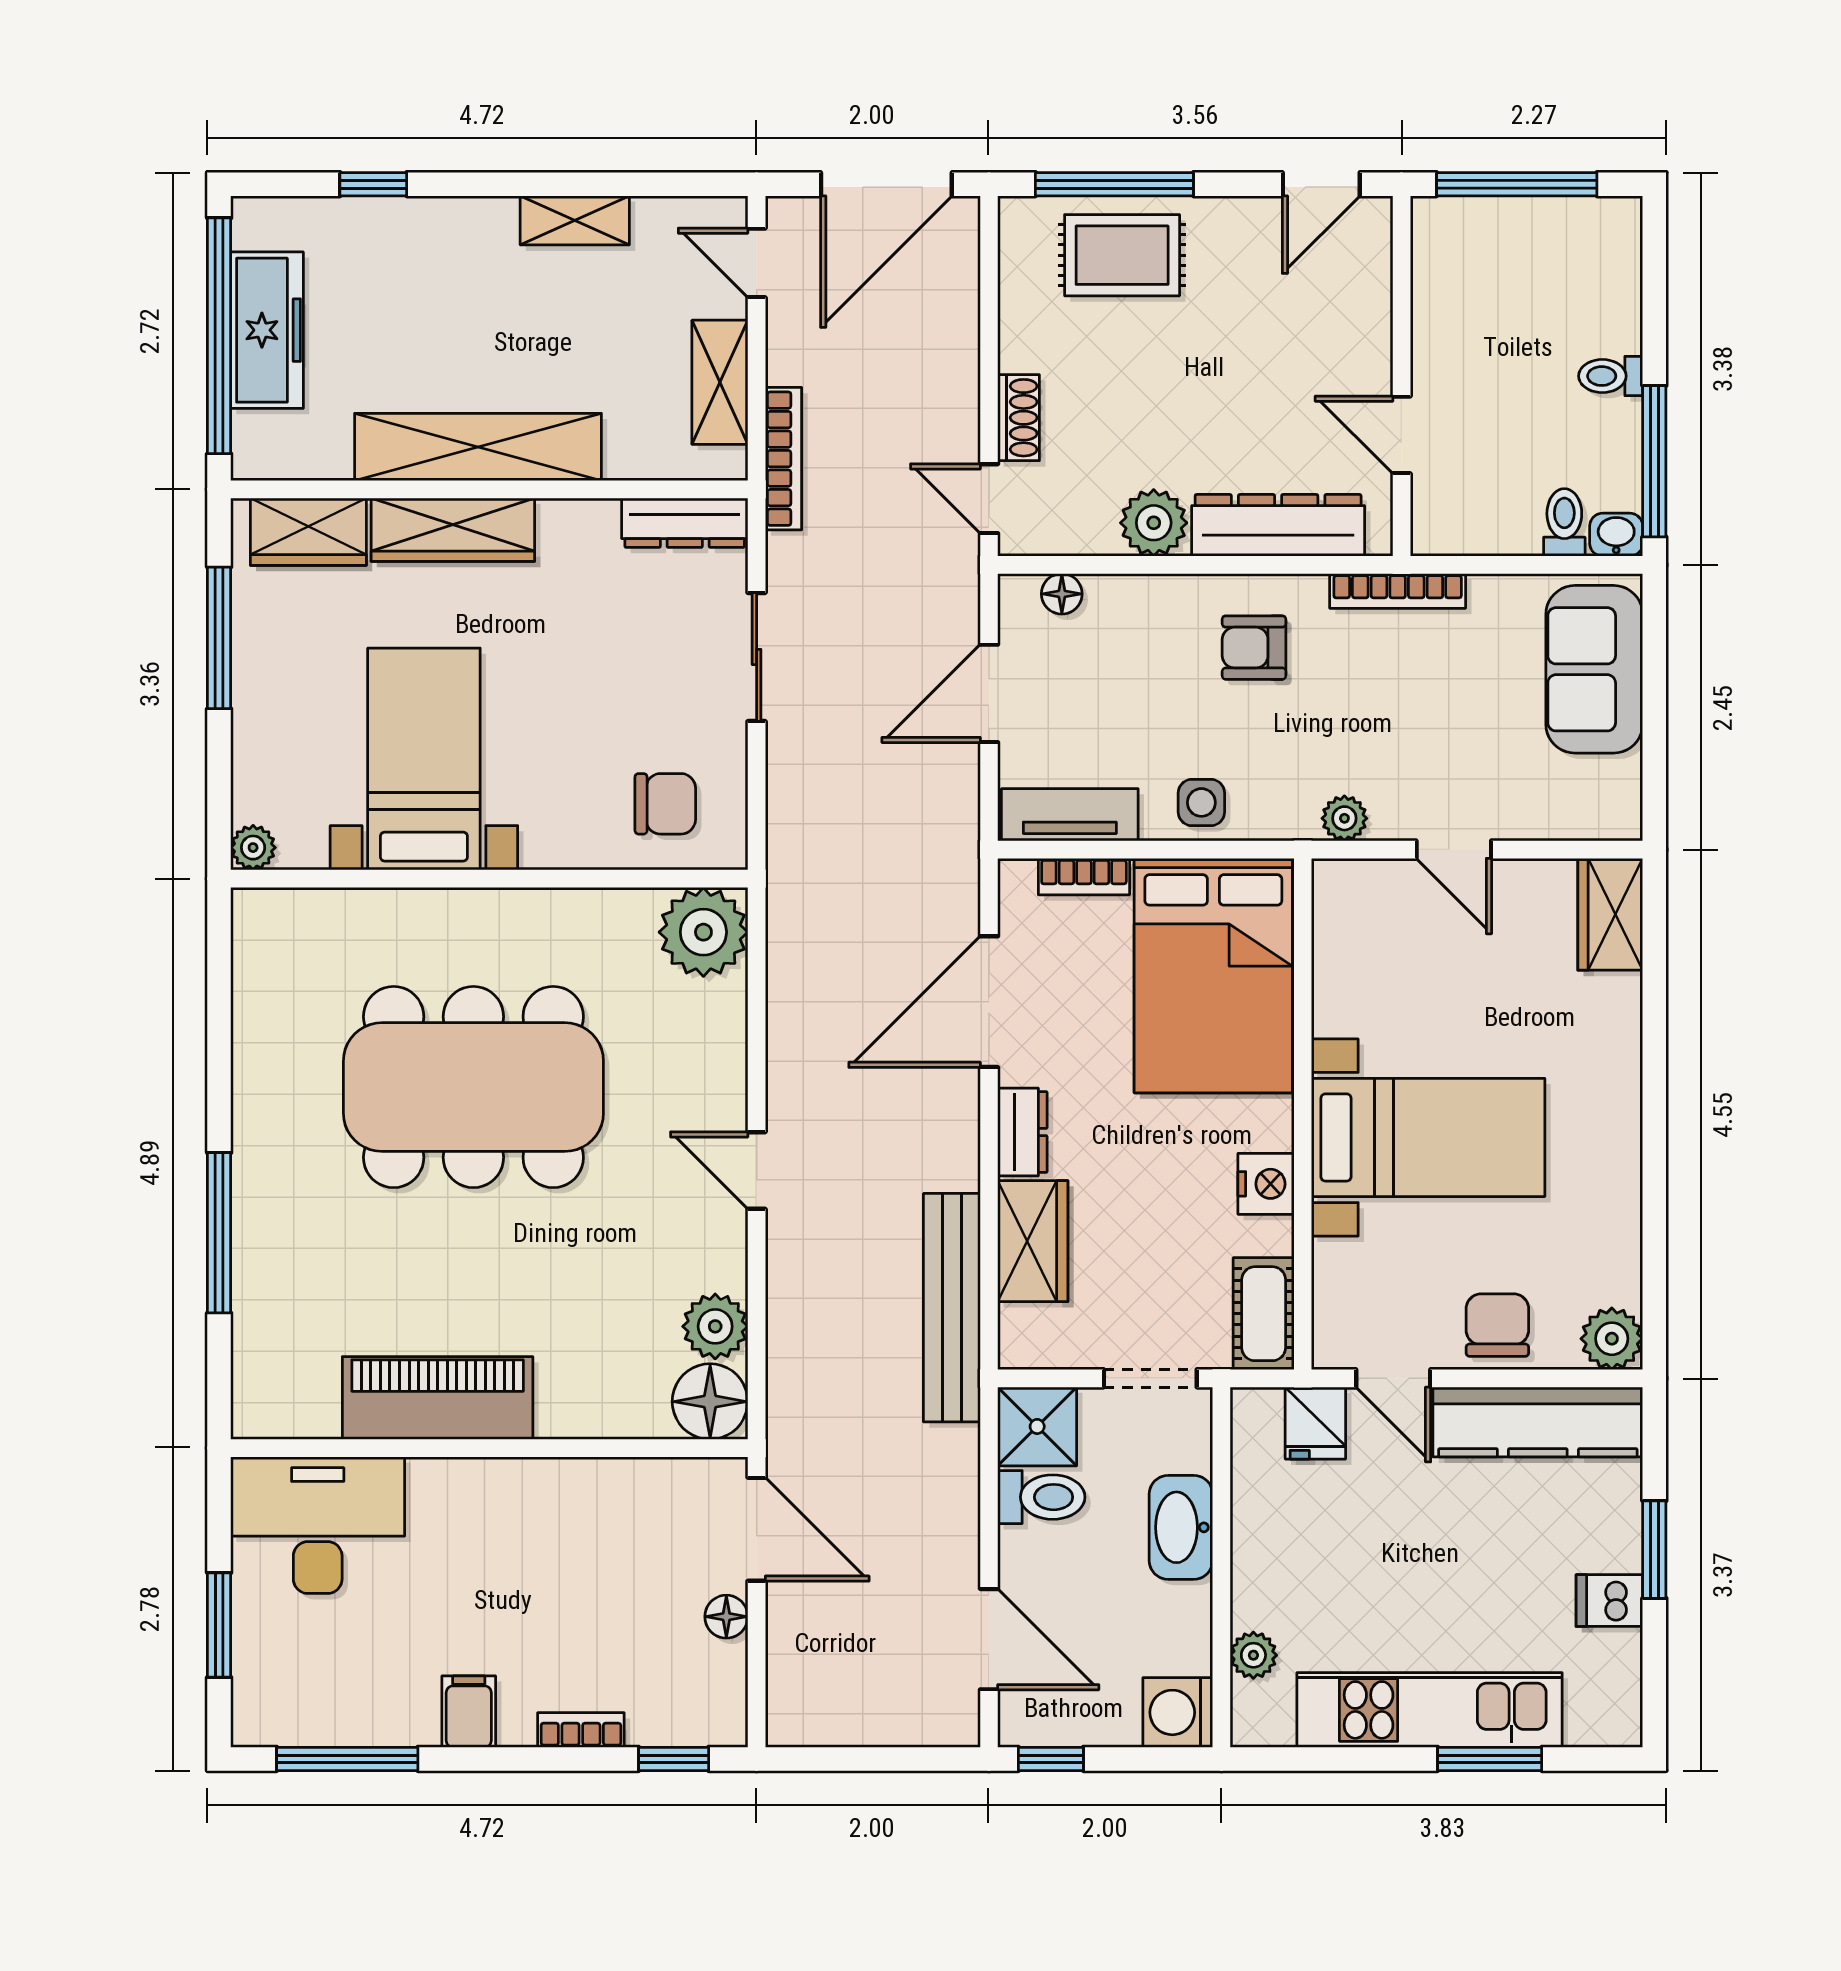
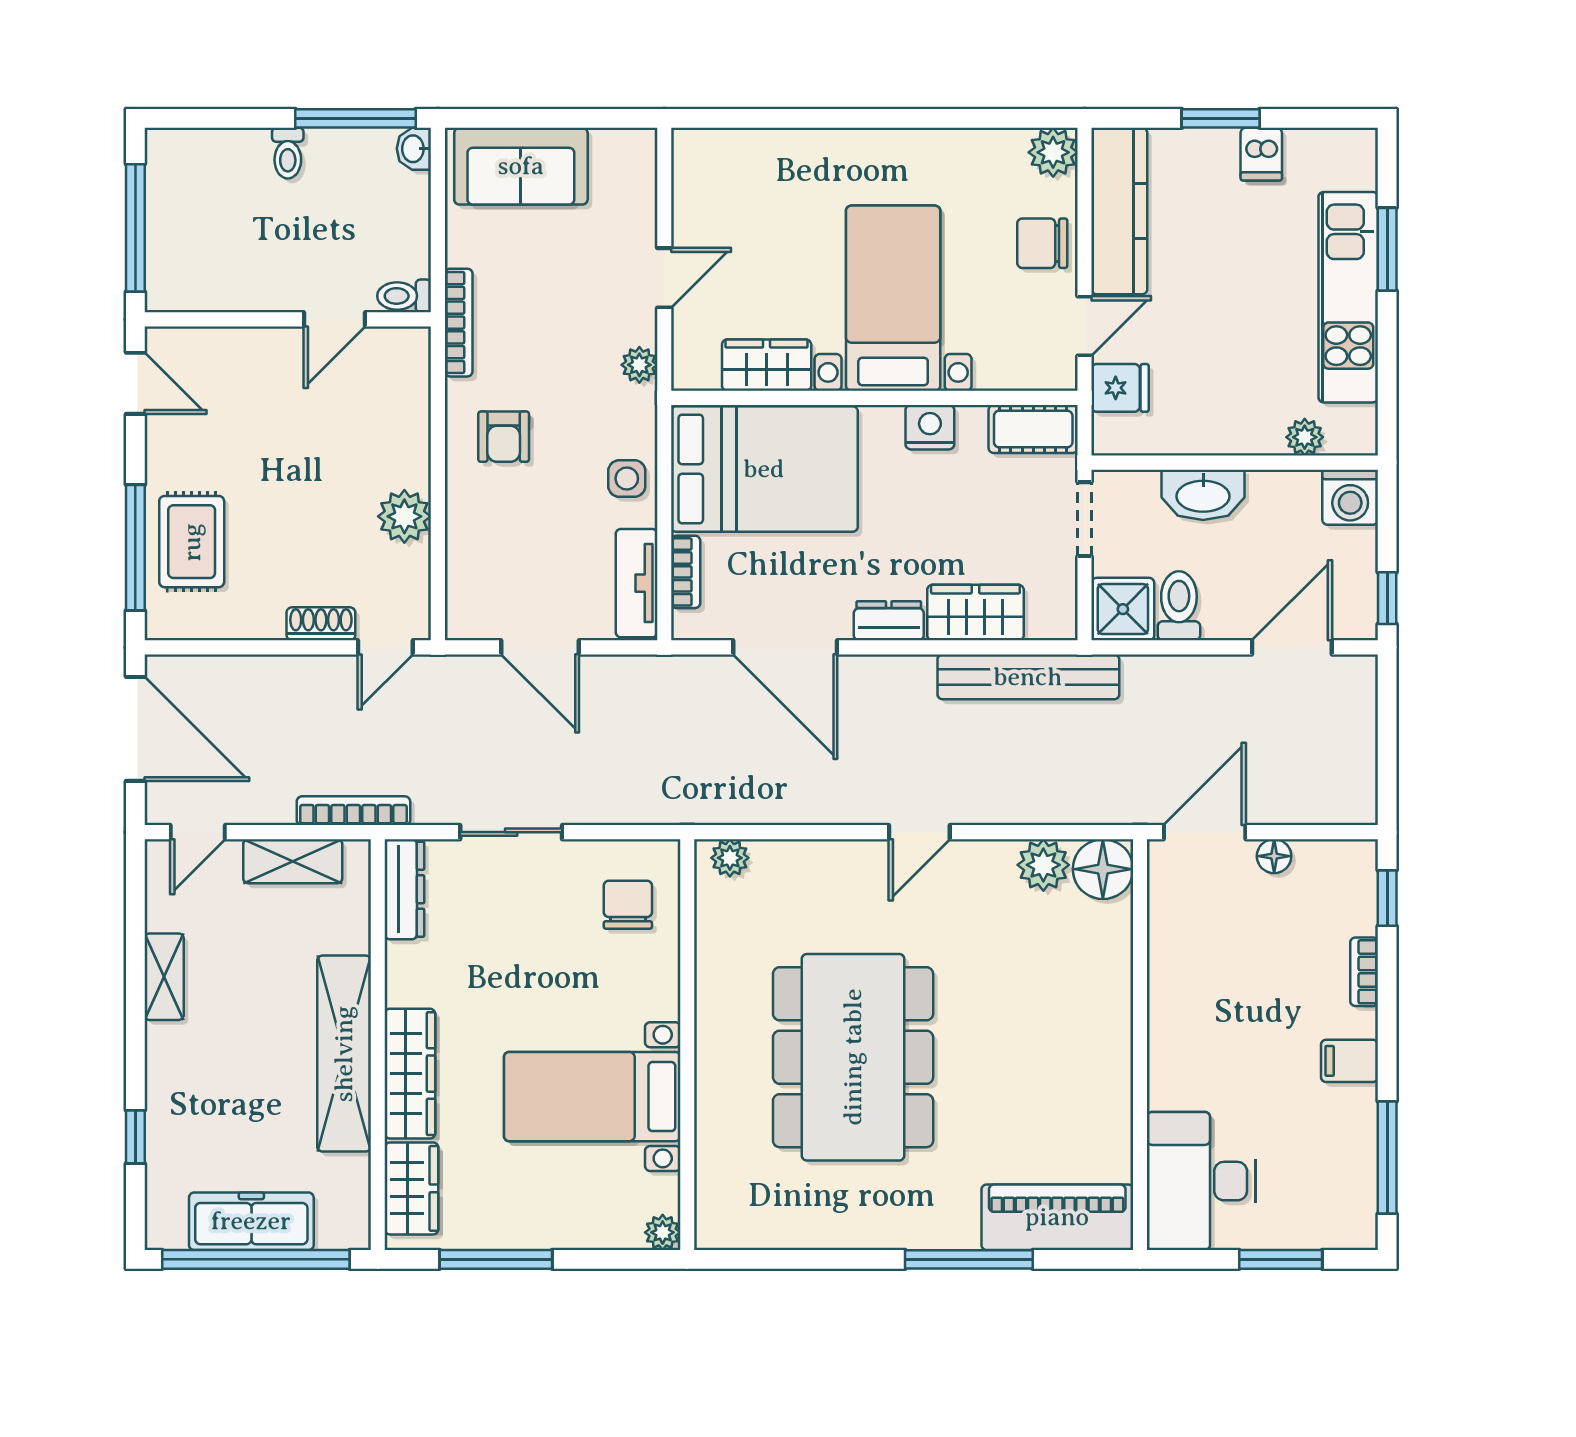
toilet: (1564, 522) -> (404, 296), moved
dresser: (1278, 525) -> (406, 418), removed
floor lamp: (1062, 594) -> (461, 589), removed
wardrobe: (1610, 914) -> (767, 365), moved, turned 180
plant: (703, 932) -> (730, 858), width x0.53, depth x0.53
piano: (438, 1398) -> (1057, 1217), moved, turned 90

